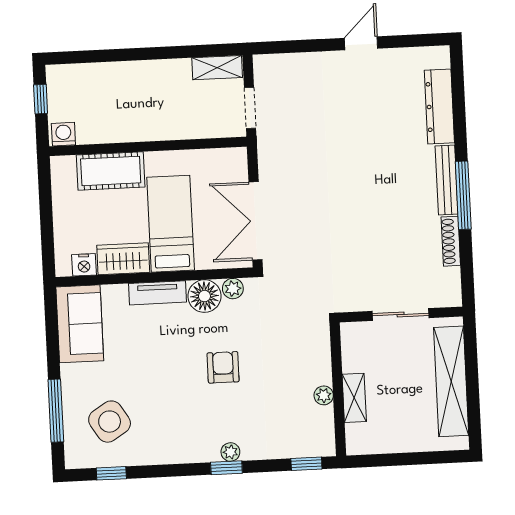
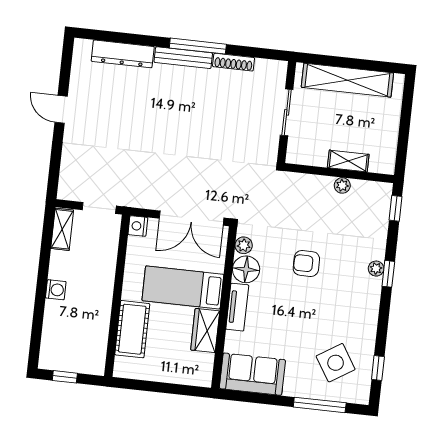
washing machine: (63, 134) -> (56, 290), moved, turned 180
nightstand: (84, 265) -> (138, 226), moved, turned 180

